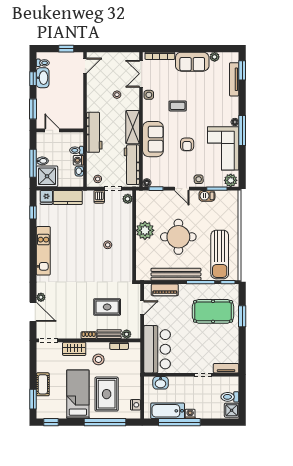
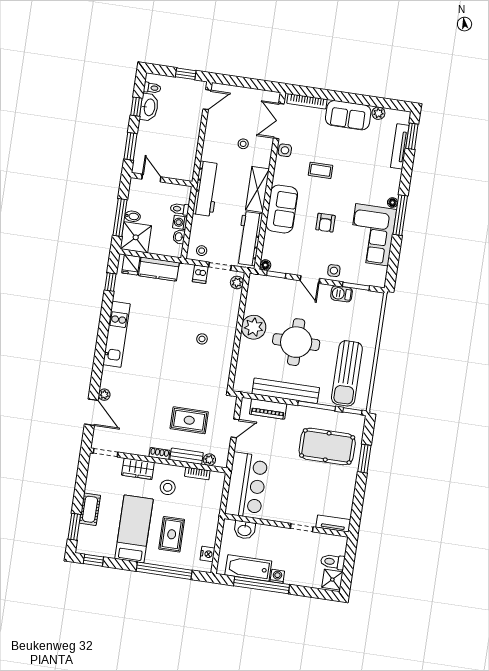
plant: (231, 180) -> (376, 278), removed
rug: (107, 394) -> (172, 534), width x0.73, depth x0.70

